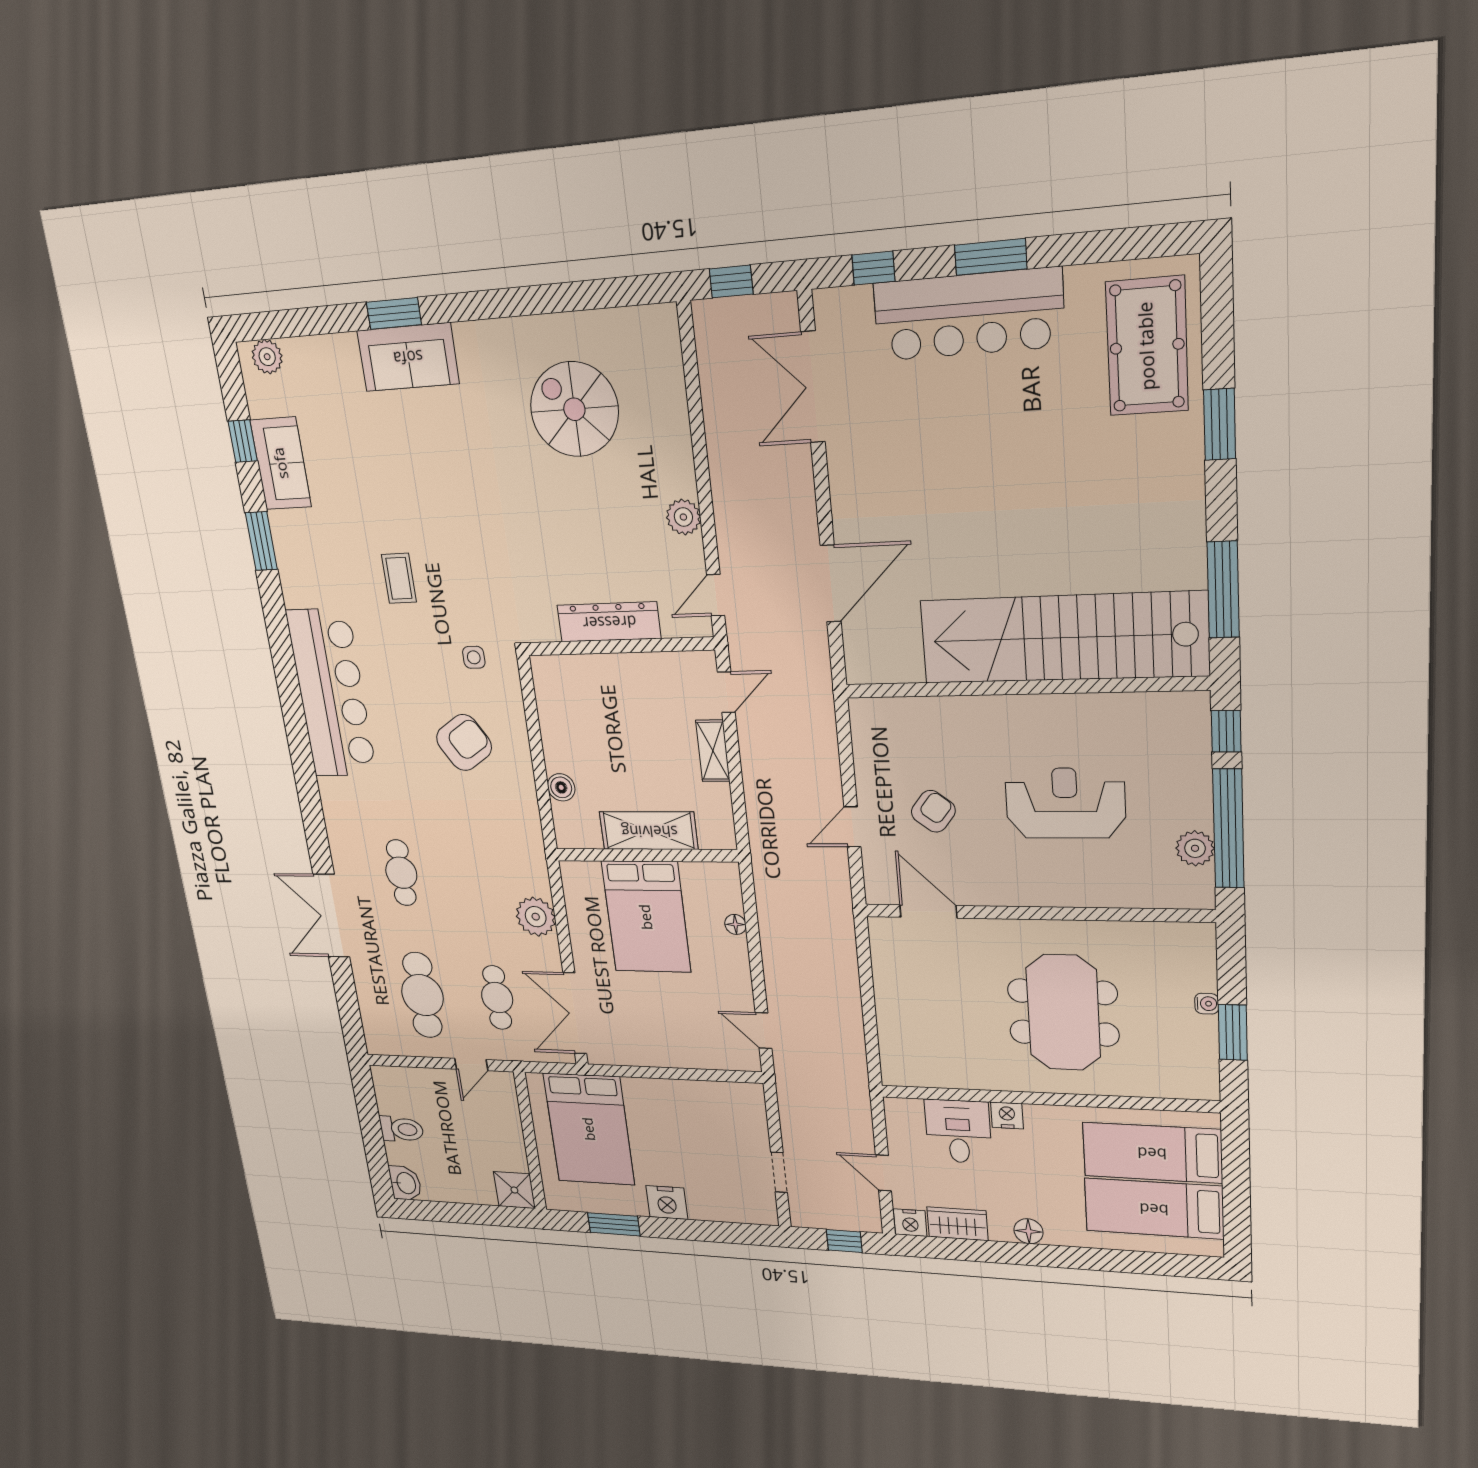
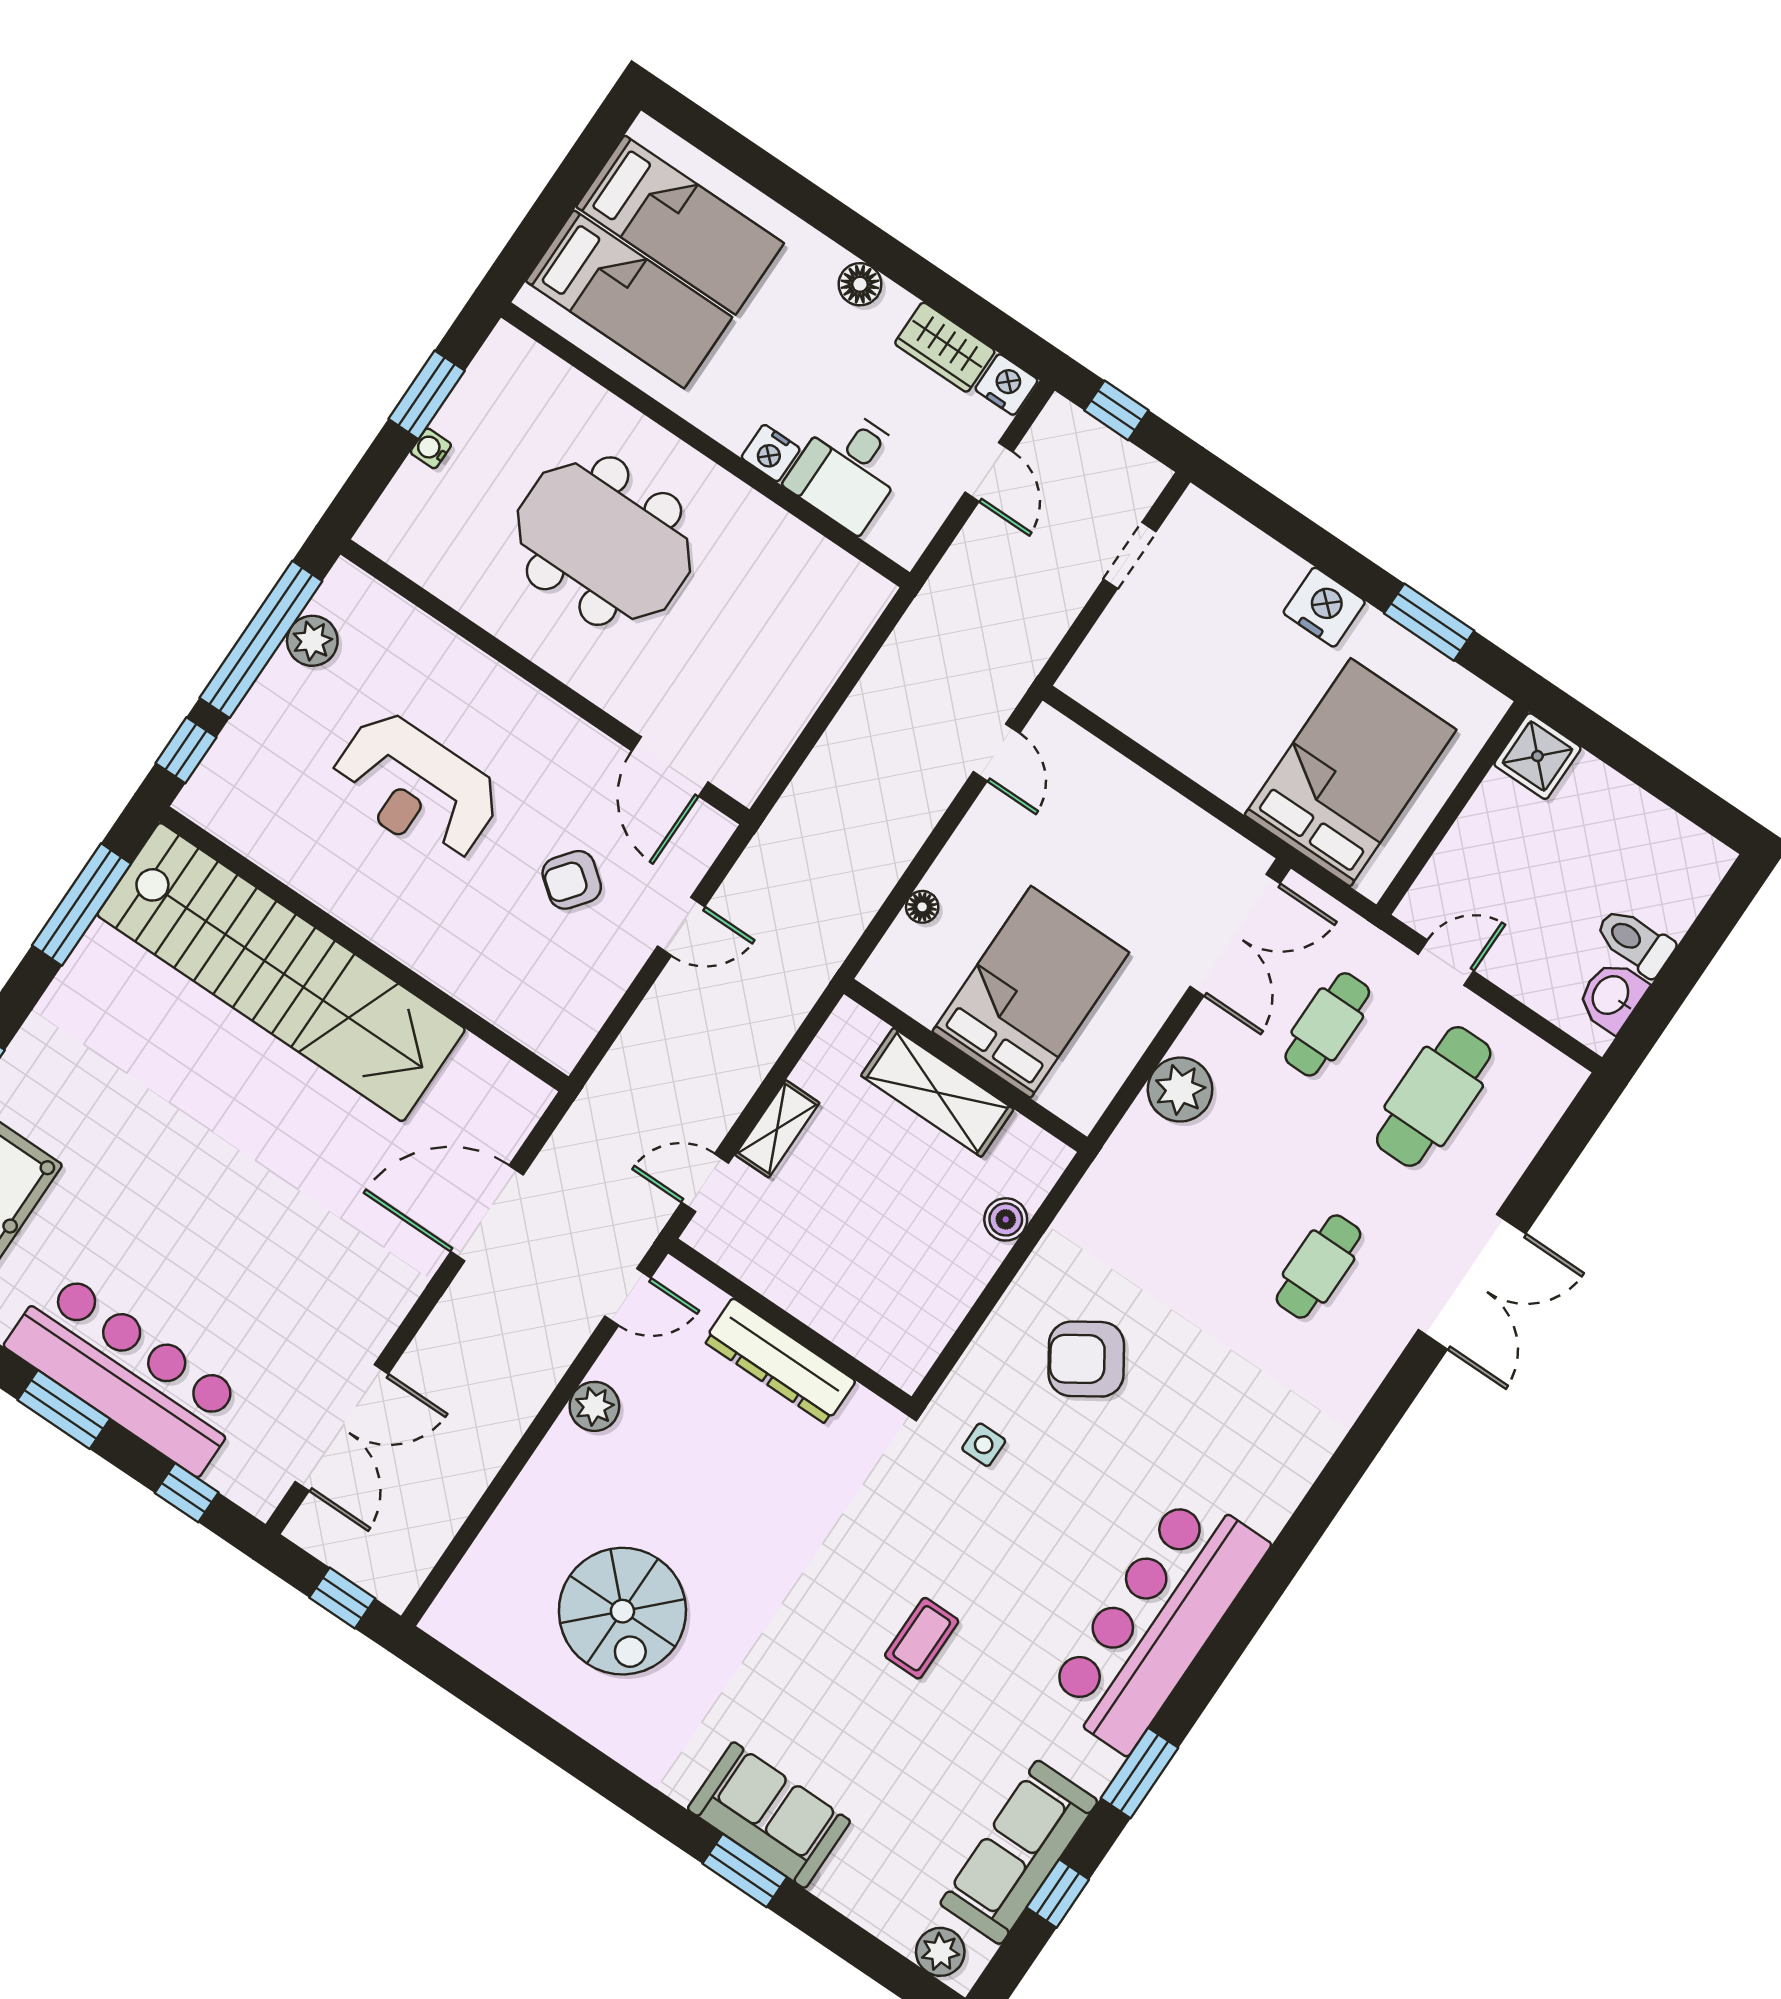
sofa: (281, 463) -> (1019, 1852), width x1.36
coffee table: (399, 578) -> (922, 1638), moved
bar counter: (332, 693) -> (1157, 1621), moved
meeting table: (1063, 1013) -> (604, 541), turned 90
washbasin: (405, 1183) -> (1612, 996), moved

